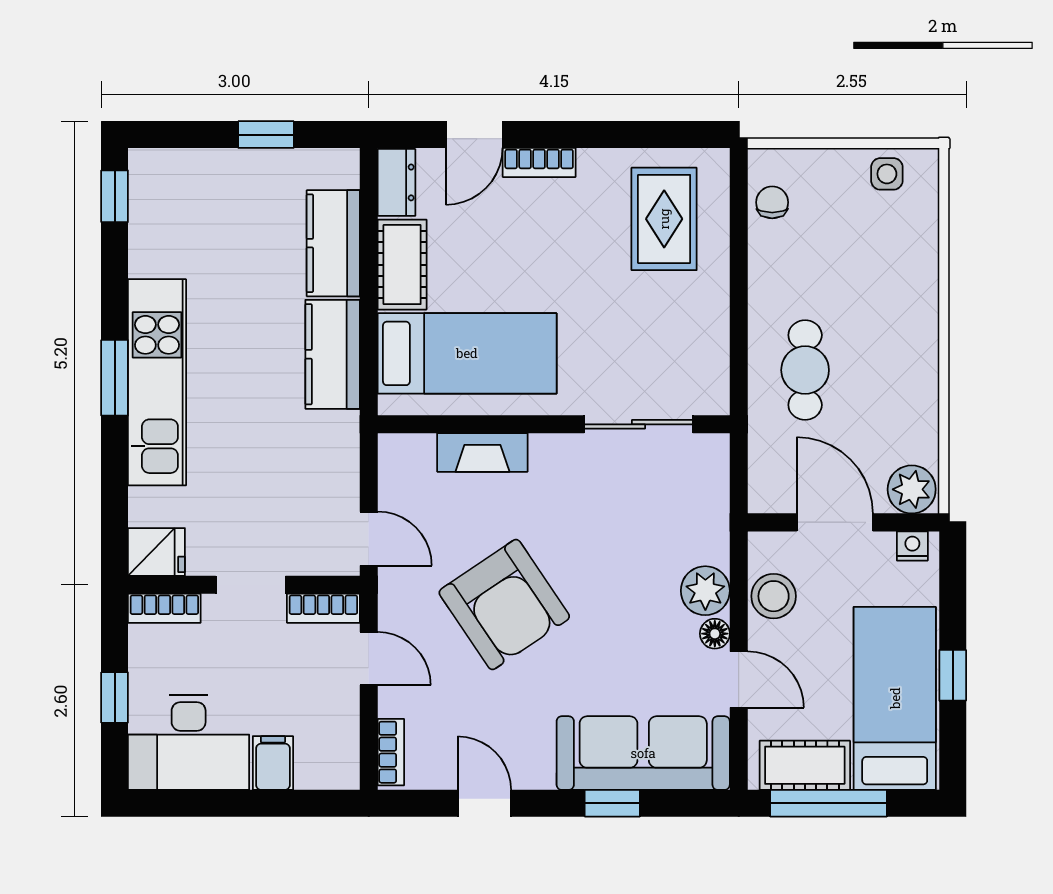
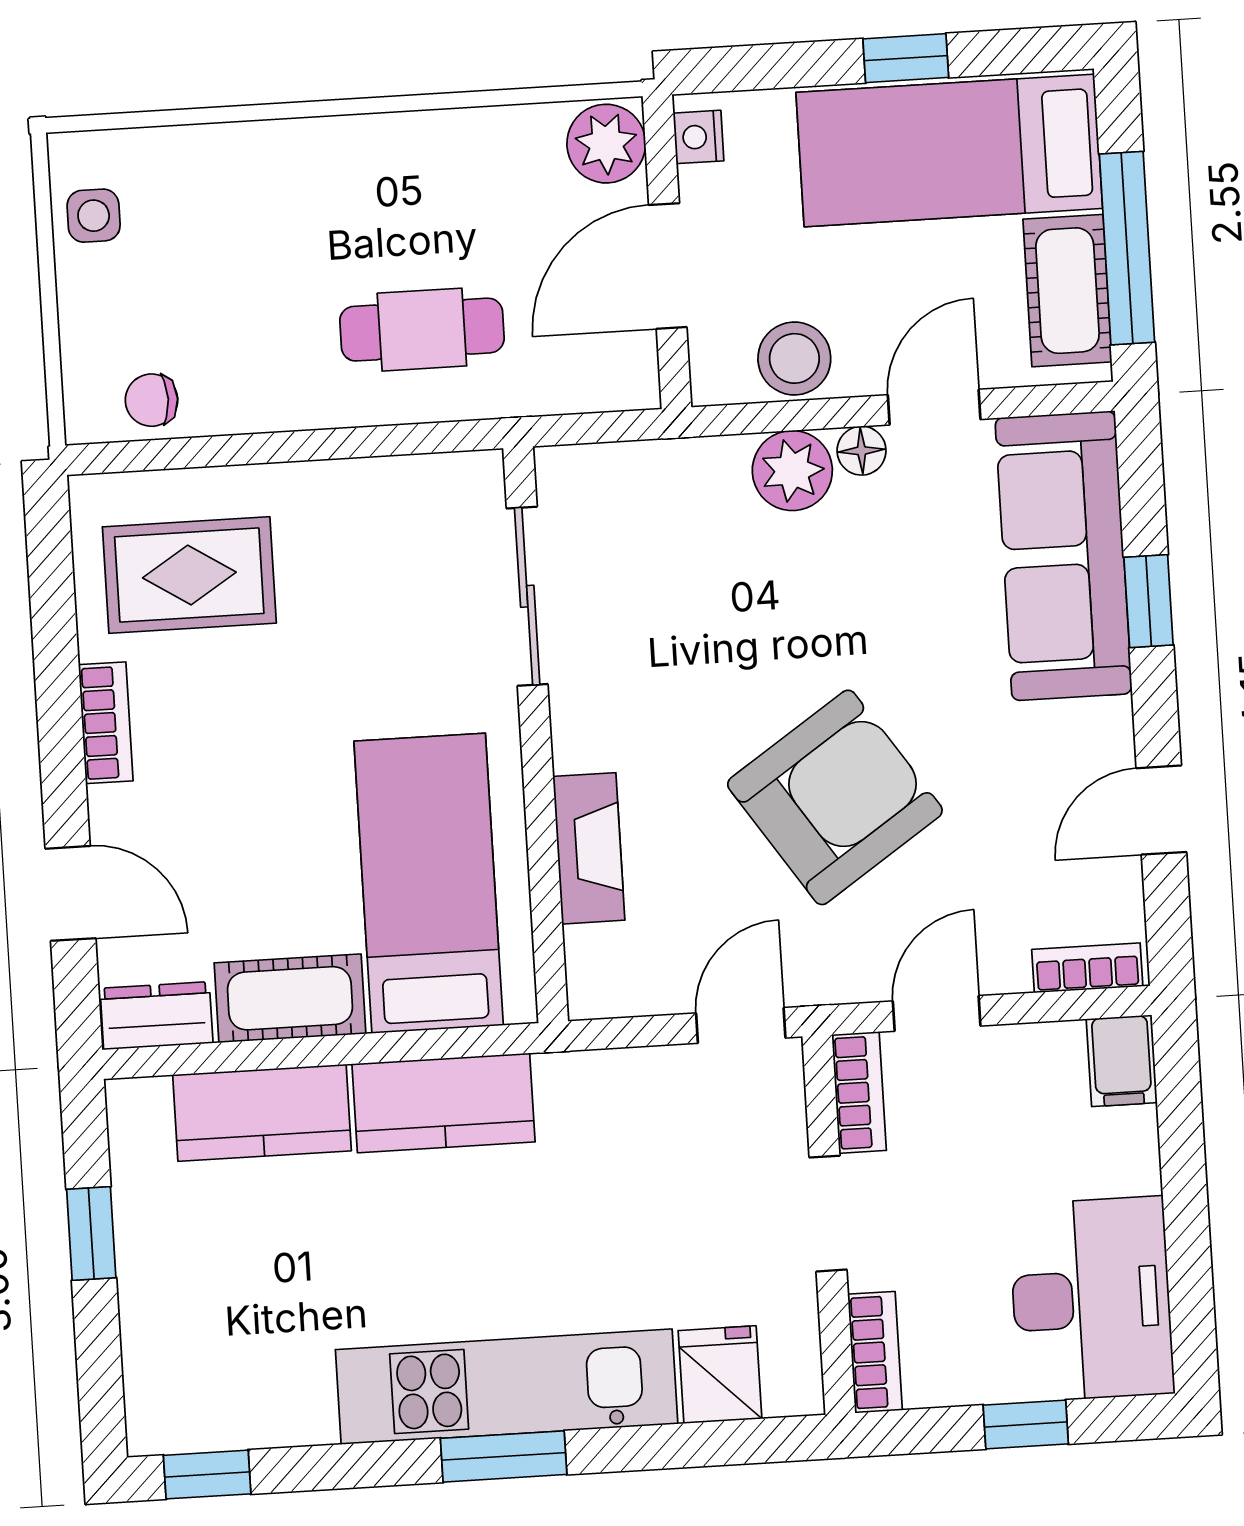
bookcase: (539, 162) -> (106, 723), moved
fridge: (156, 552) -> (720, 1375), moved
filing cabinet: (273, 763) -> (1122, 1061), moved, turned -90

